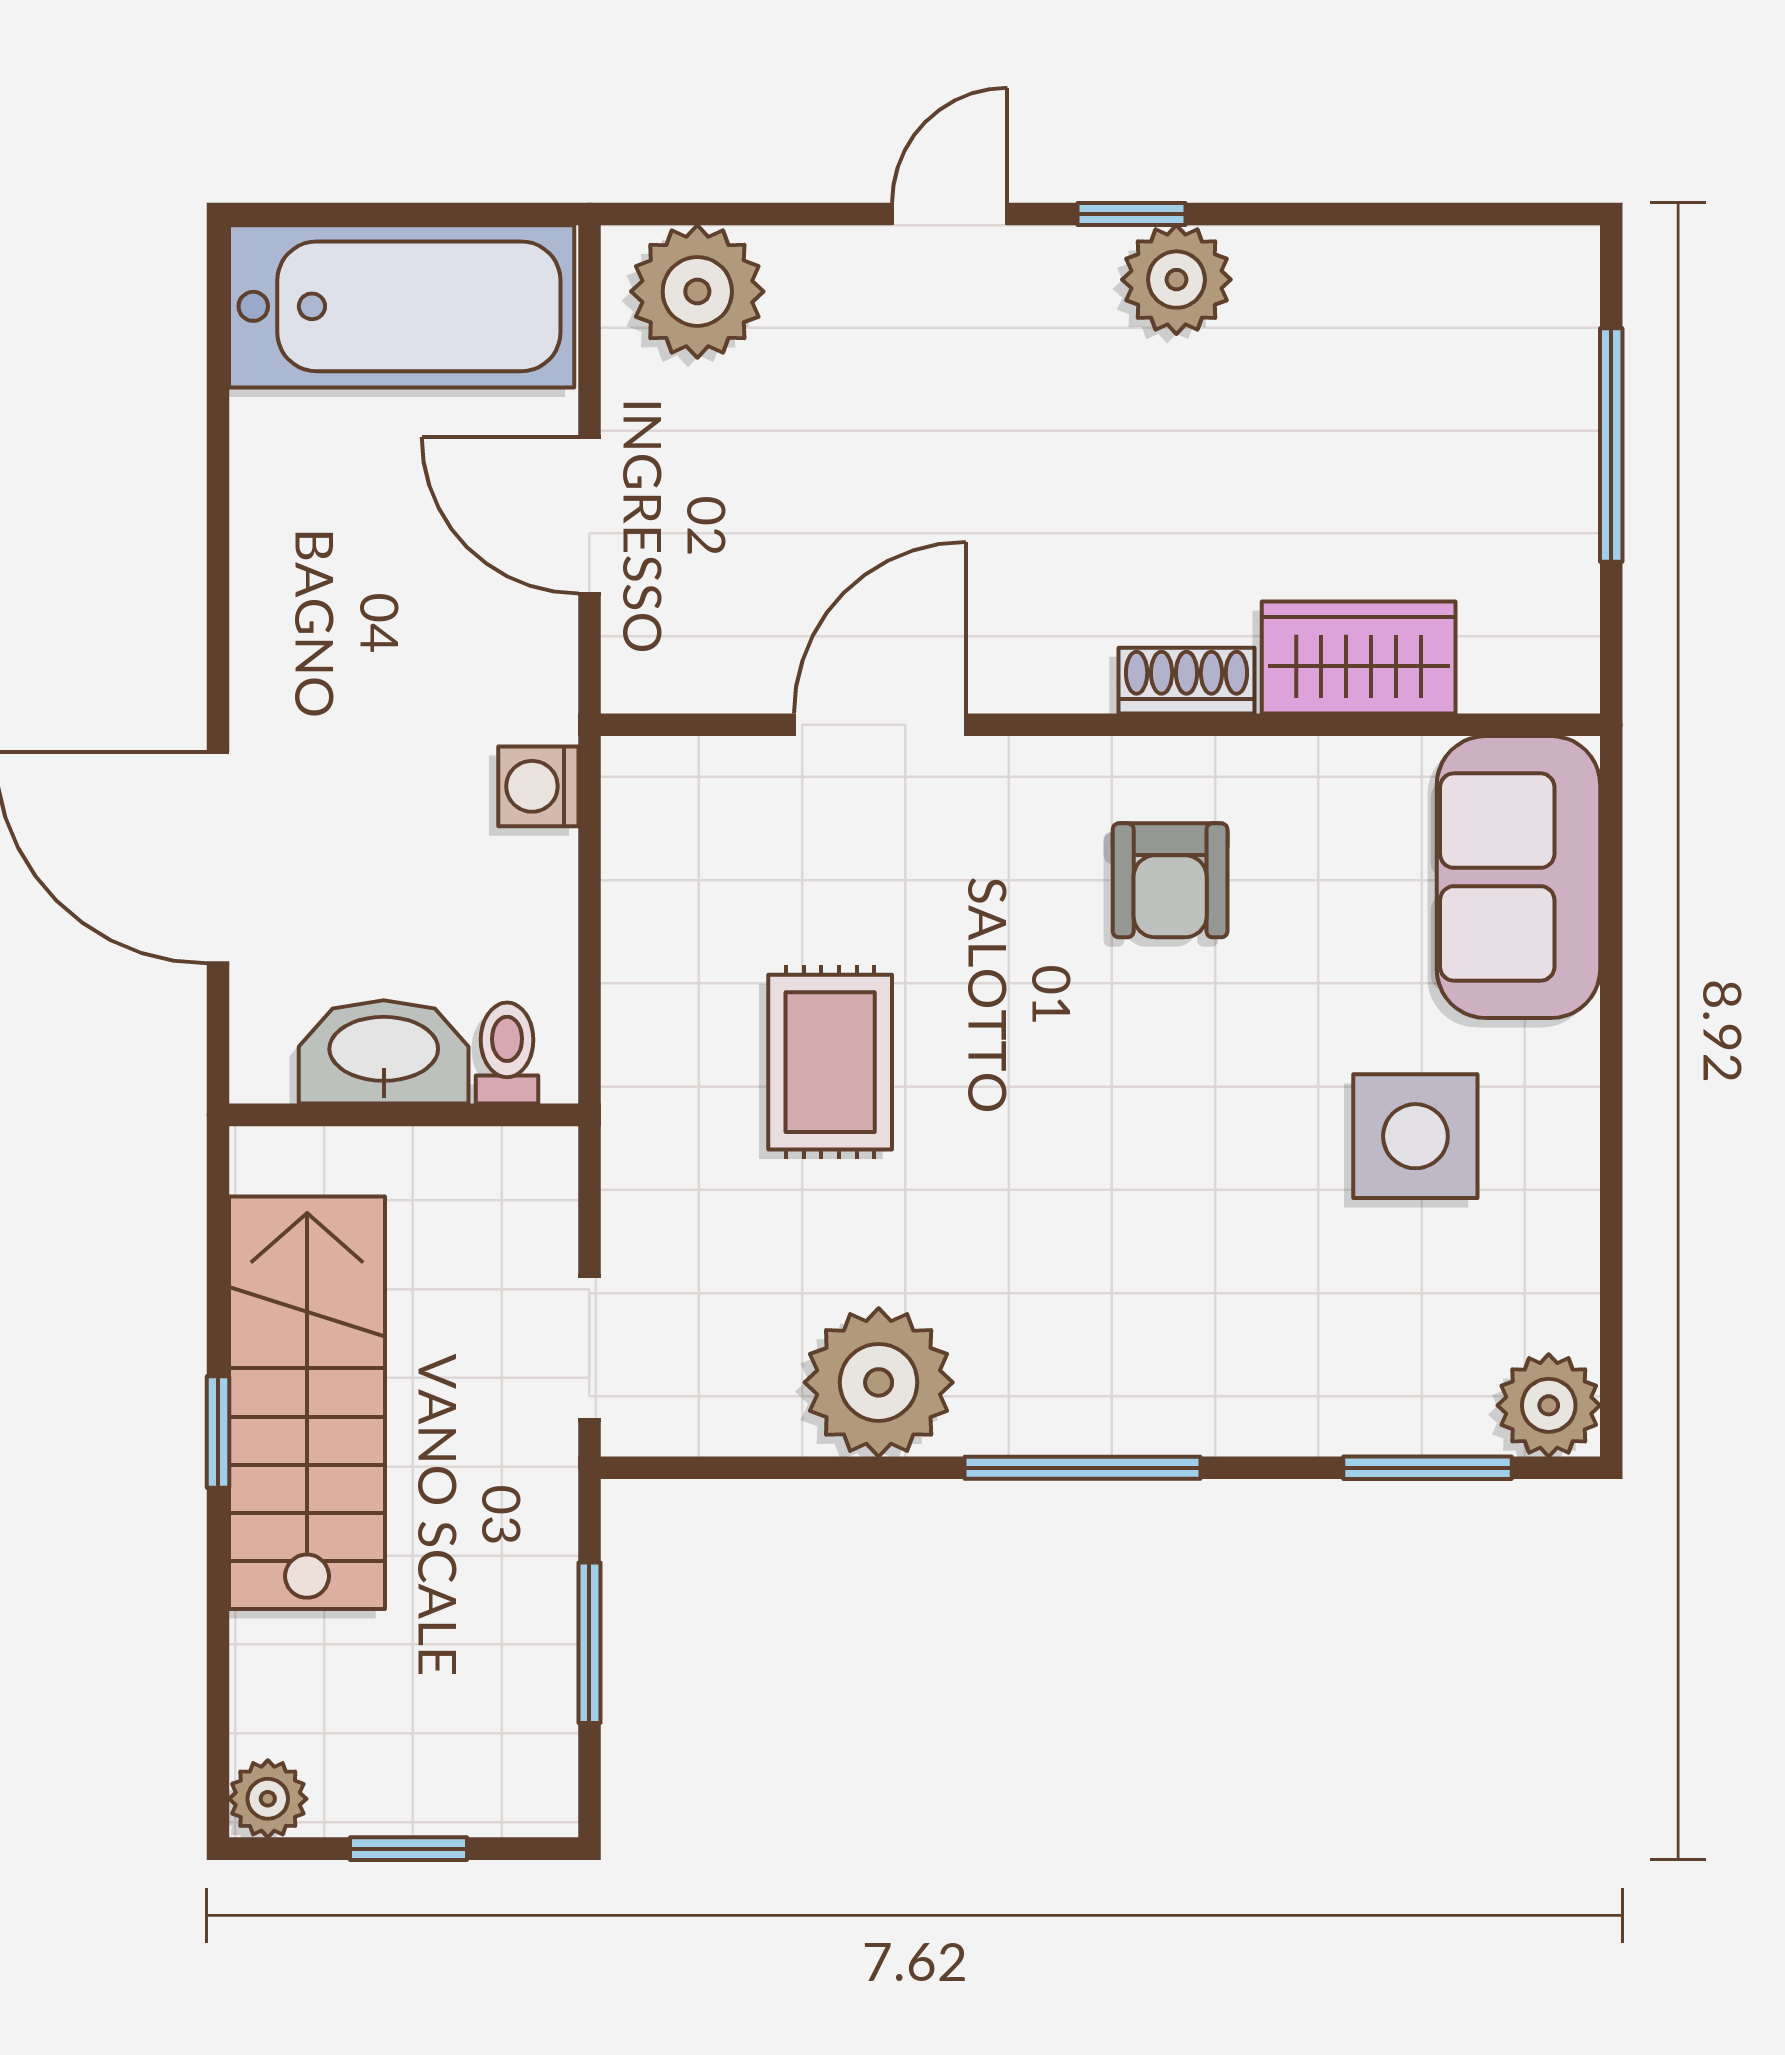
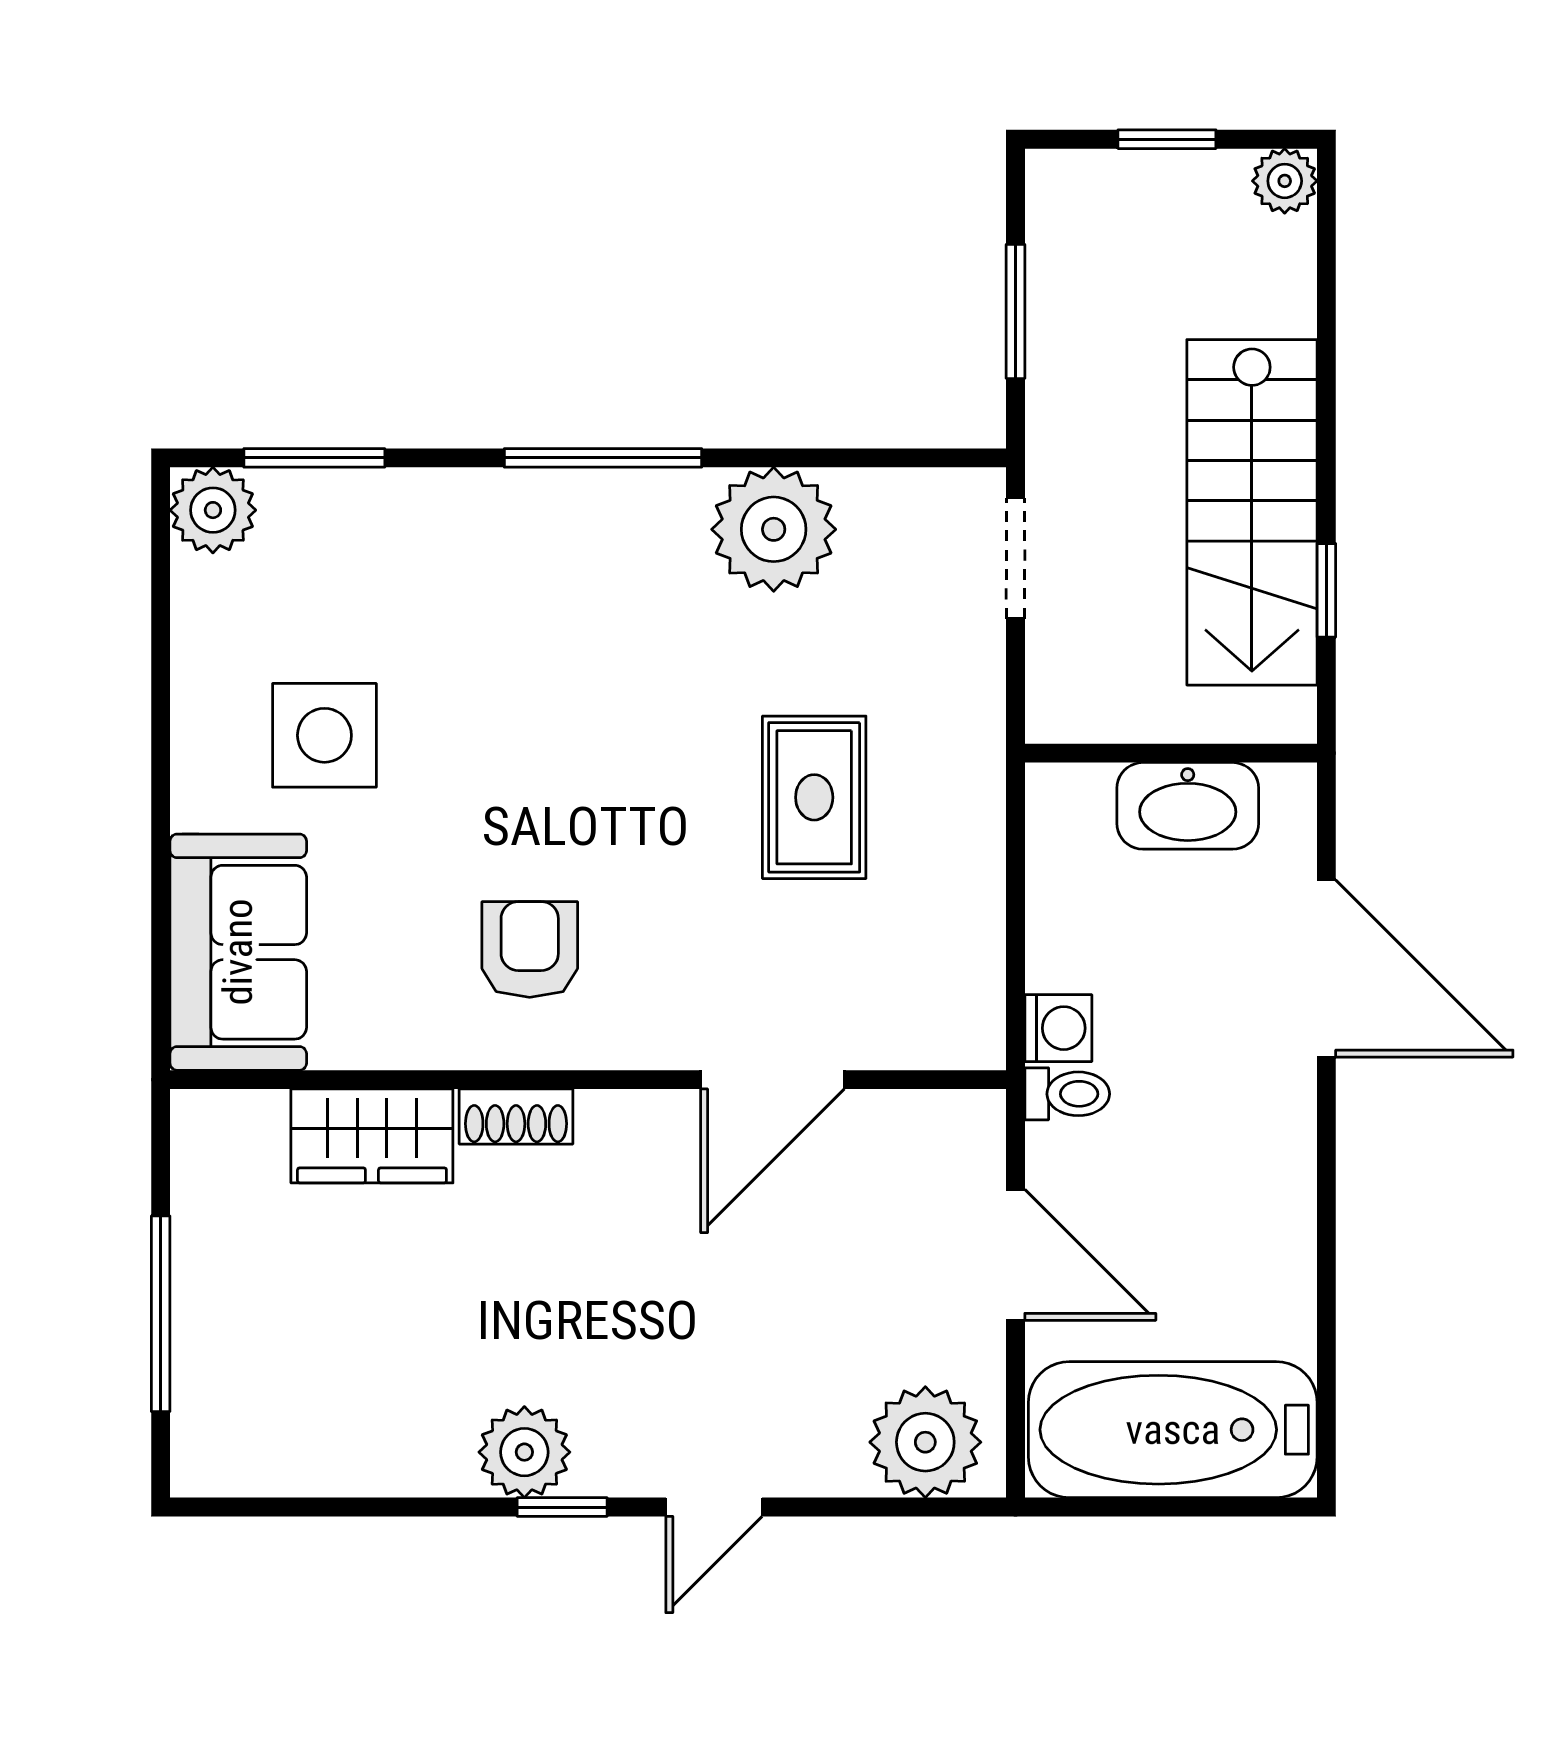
toilet: (507, 1053) -> (1067, 1094), moved, turned -90
window: (218, 1432) -> (1326, 590), moved

